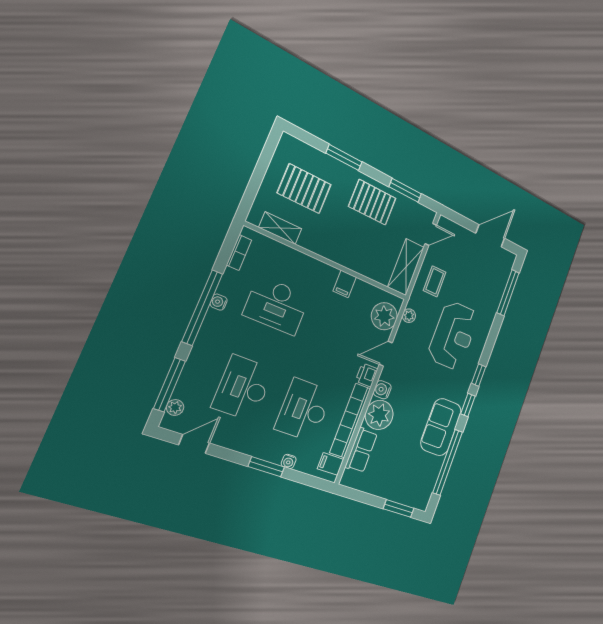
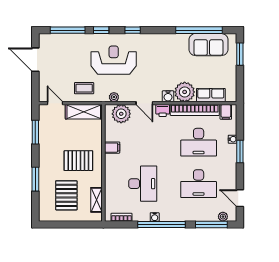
pallet: (372, 202) -> (78, 161), moved, turned 90
window: (468, 405) -> (101, 30), moved
sofa: (441, 427) -> (208, 45), moved

